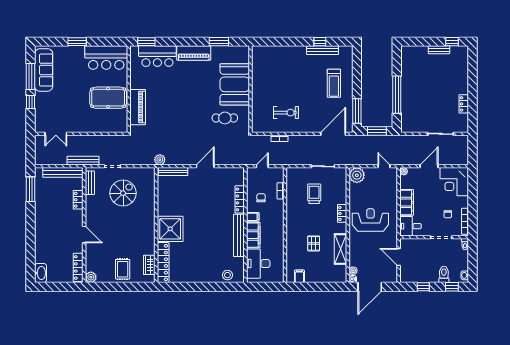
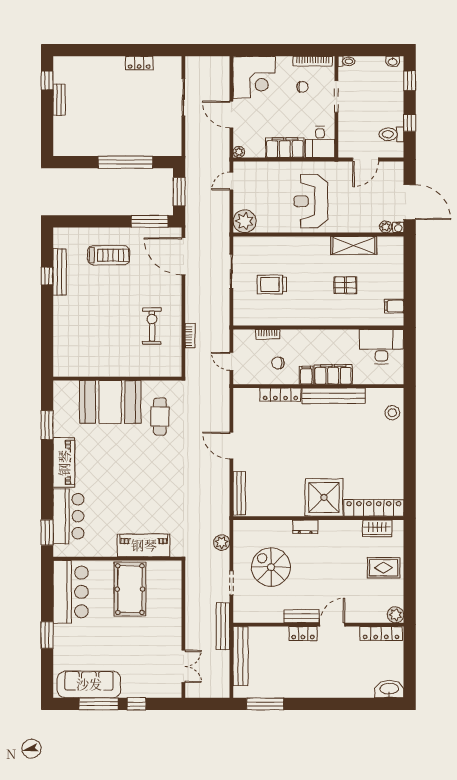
plant: (160, 160) -> (222, 542), moved
bench: (90, 183) -> (301, 616), moved
locker: (78, 200) -> (303, 634), moved
locker: (342, 213) -> (301, 243), removed
dresser: (150, 216) -> (305, 527), added
desk: (258, 264) -> (381, 346), moved, turned 180
toilet: (444, 274) -> (391, 134), moved

